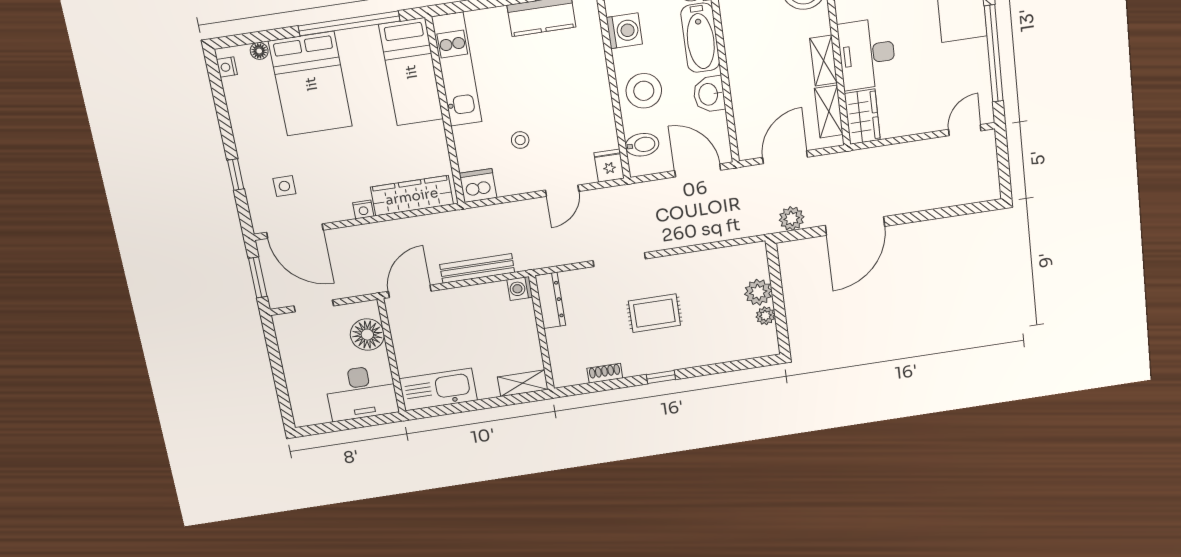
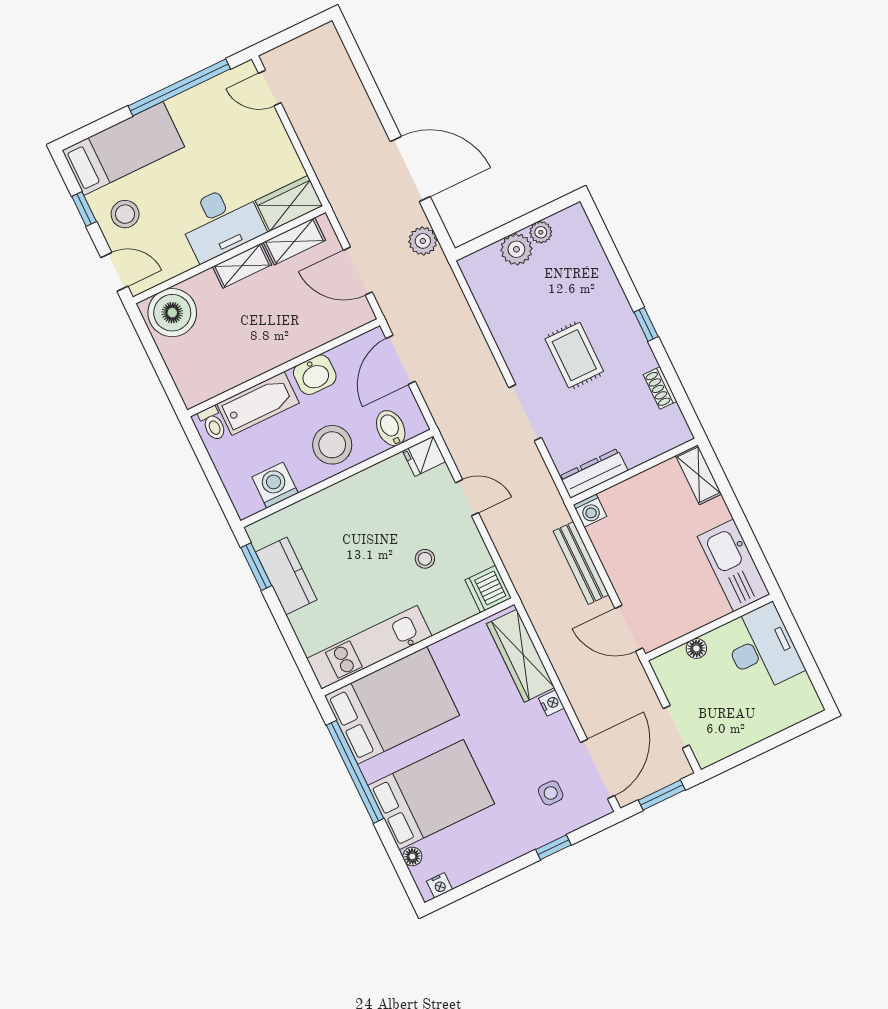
bed: (411, 72) -> (392, 705), width x1.50
floor lamp: (367, 335) -> (696, 648), width x0.53, depth x0.53

